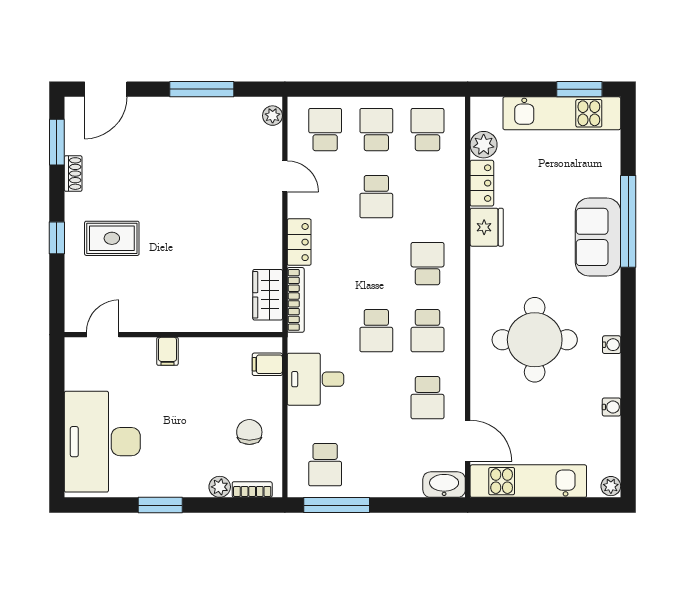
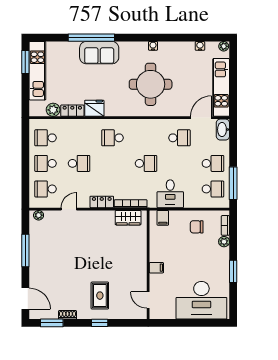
school desk: (427, 331) -> (213, 163), moved
water cooler: (611, 407) -> (200, 46), moved

